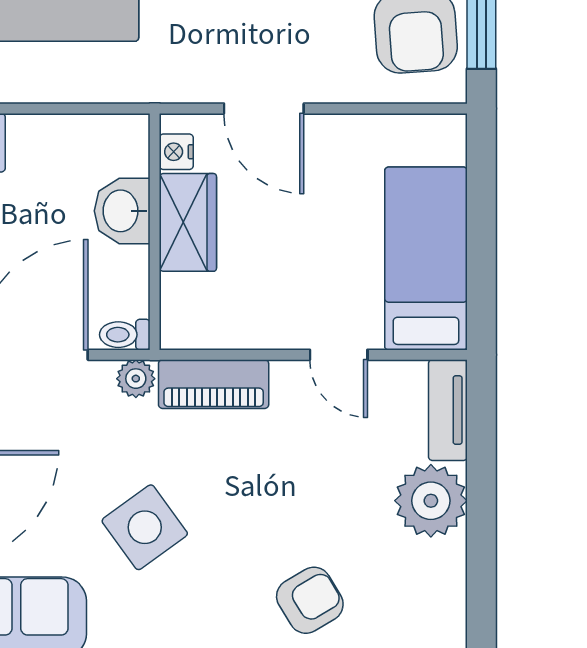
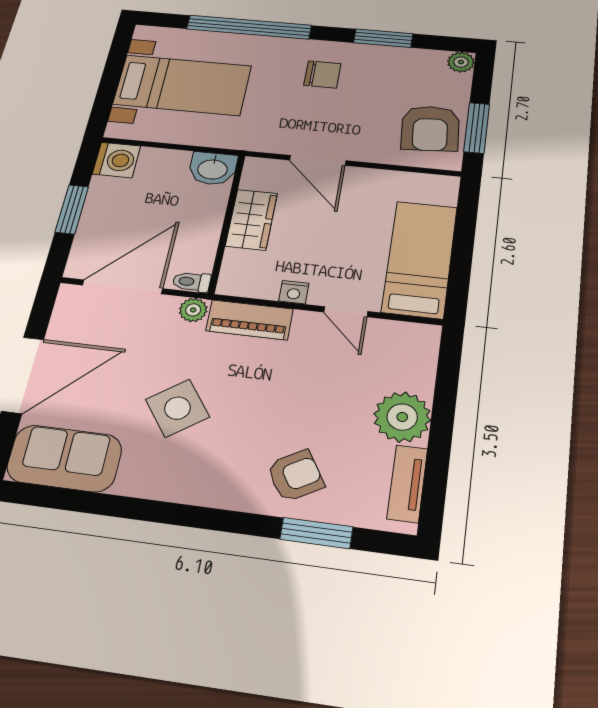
nightstand: (176, 152) -> (294, 292), moved, turned -90
washbasin: (122, 211) -> (213, 169), moved, turned -90
tv unit: (448, 410) -> (407, 484), moved

